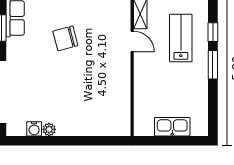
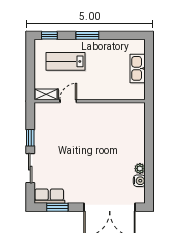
window: (213, 32) -> (49, 35), moved
chair: (65, 38) -> (66, 155), removed

